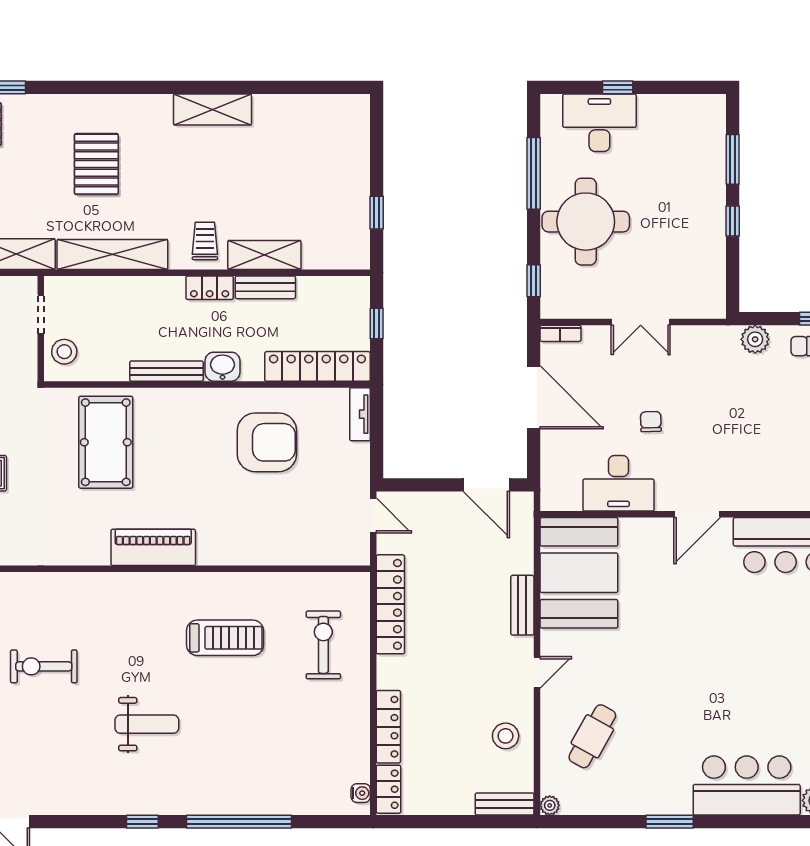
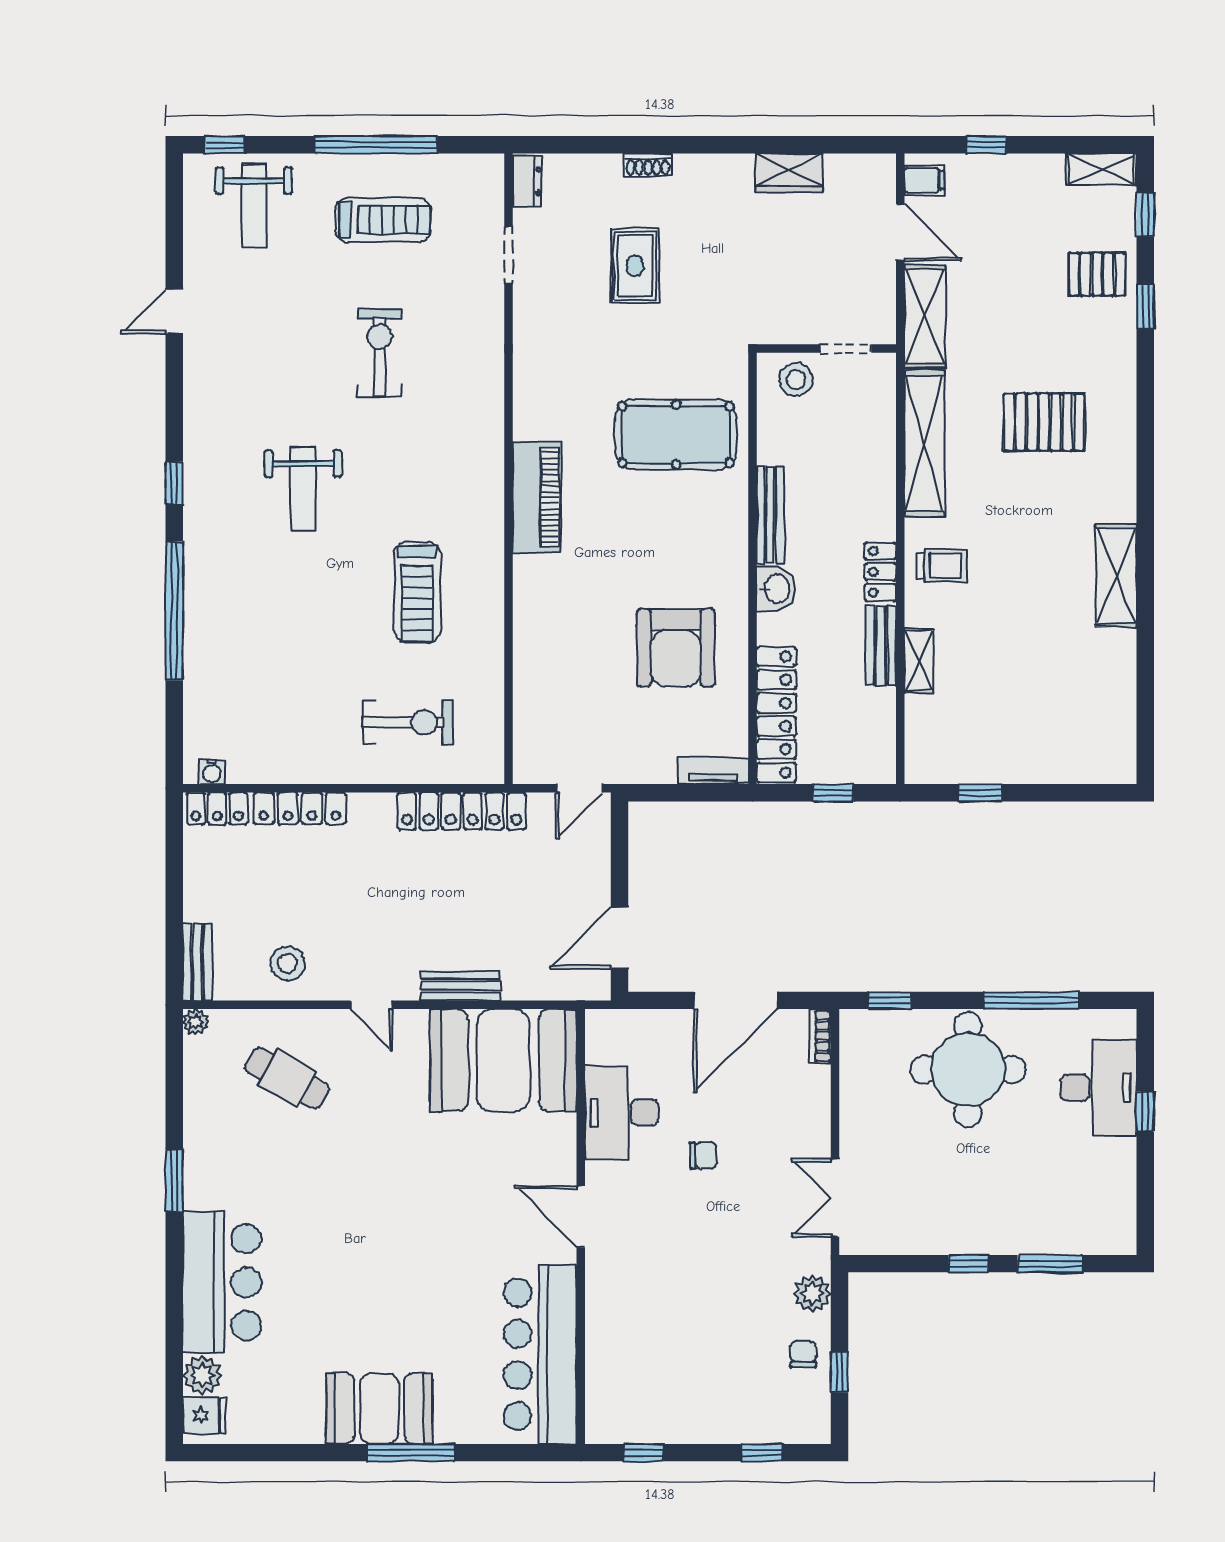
shelving: (264, 255) -> (919, 660), width x0.67, depth x0.75
double door: (641, 322) -> (835, 1198), moved

